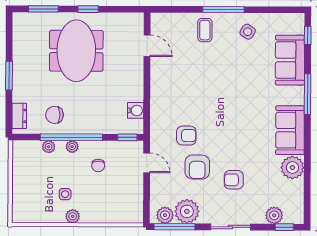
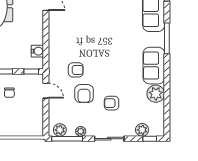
plant: (187, 211) -> (81, 131), width x0.53, depth x0.53

